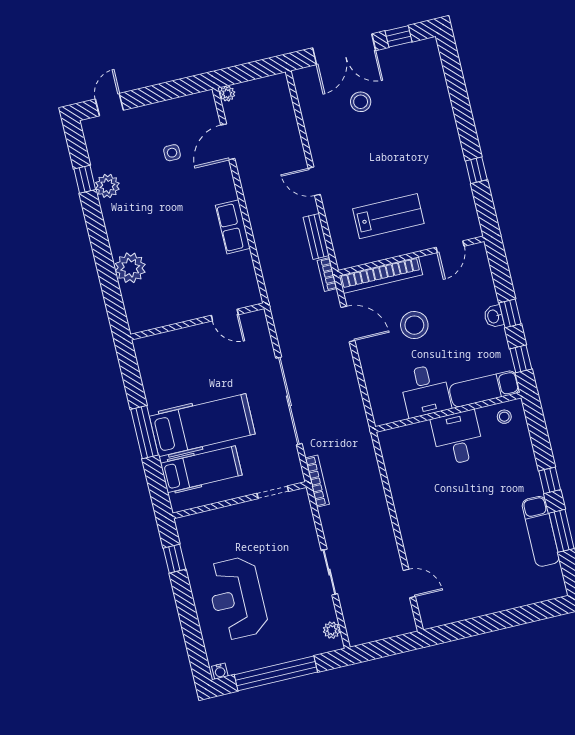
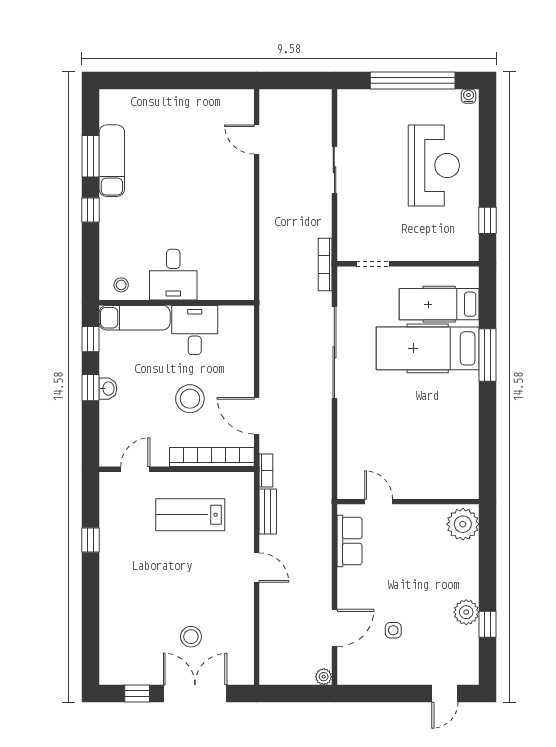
door: (225, 315) -> (379, 502), moved
wall: (197, 321) -> (408, 502), moved
plant: (332, 630) -> (346, 111), removed

